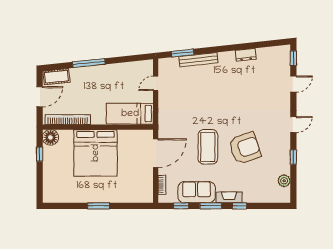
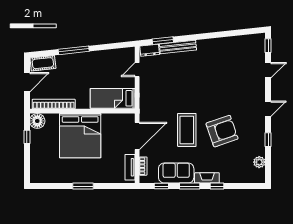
dresser: (246, 55) -> (150, 50), moved
tv unit: (148, 186) -> (130, 167), added

